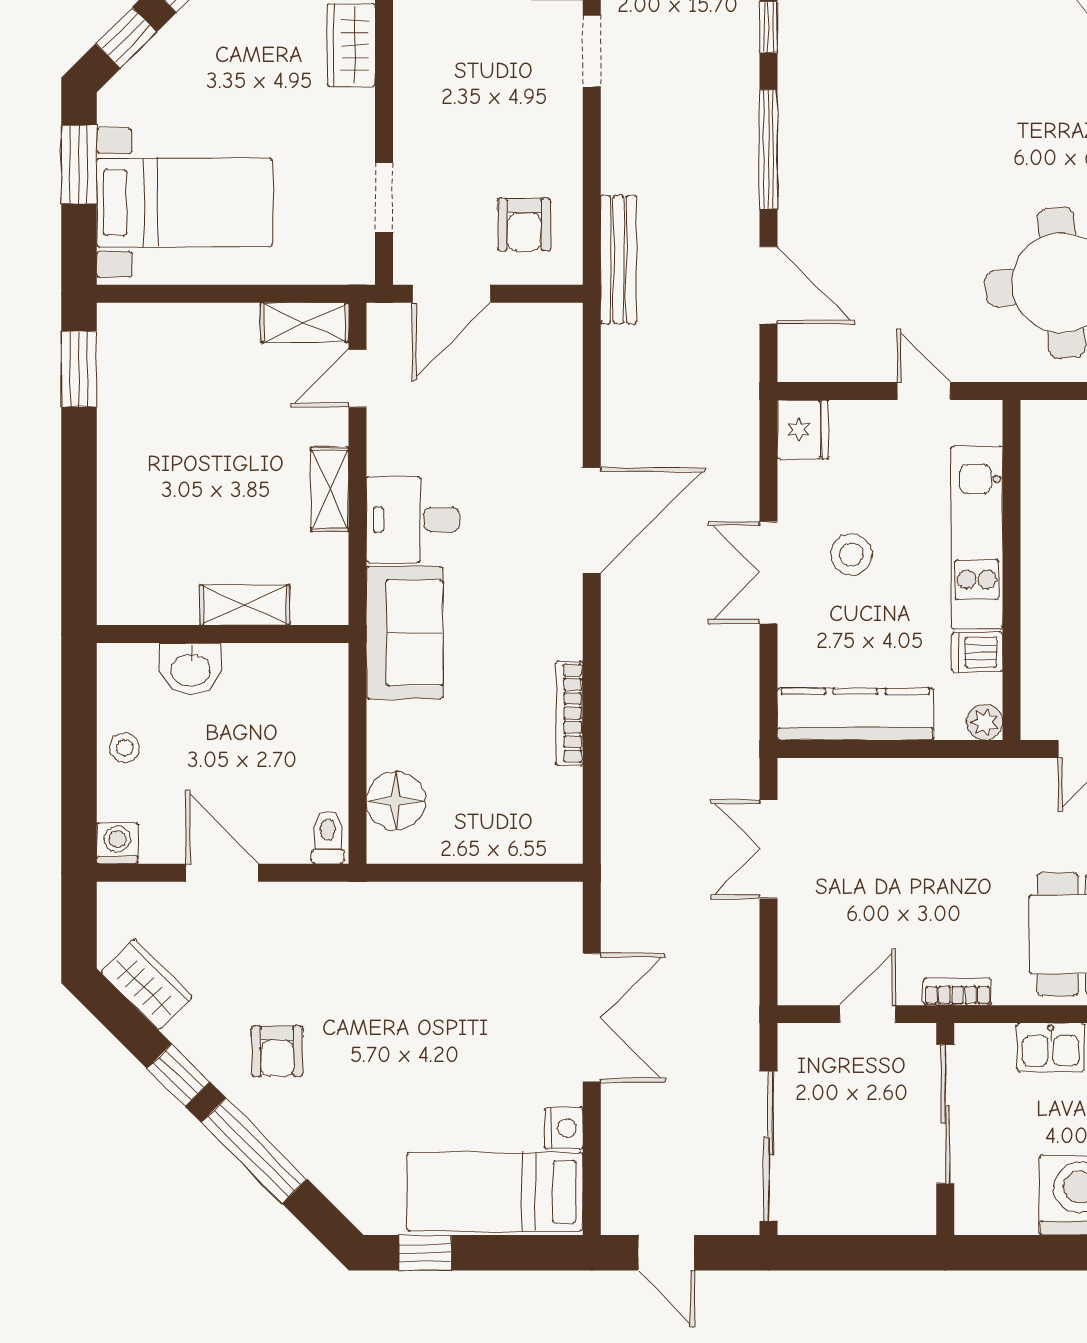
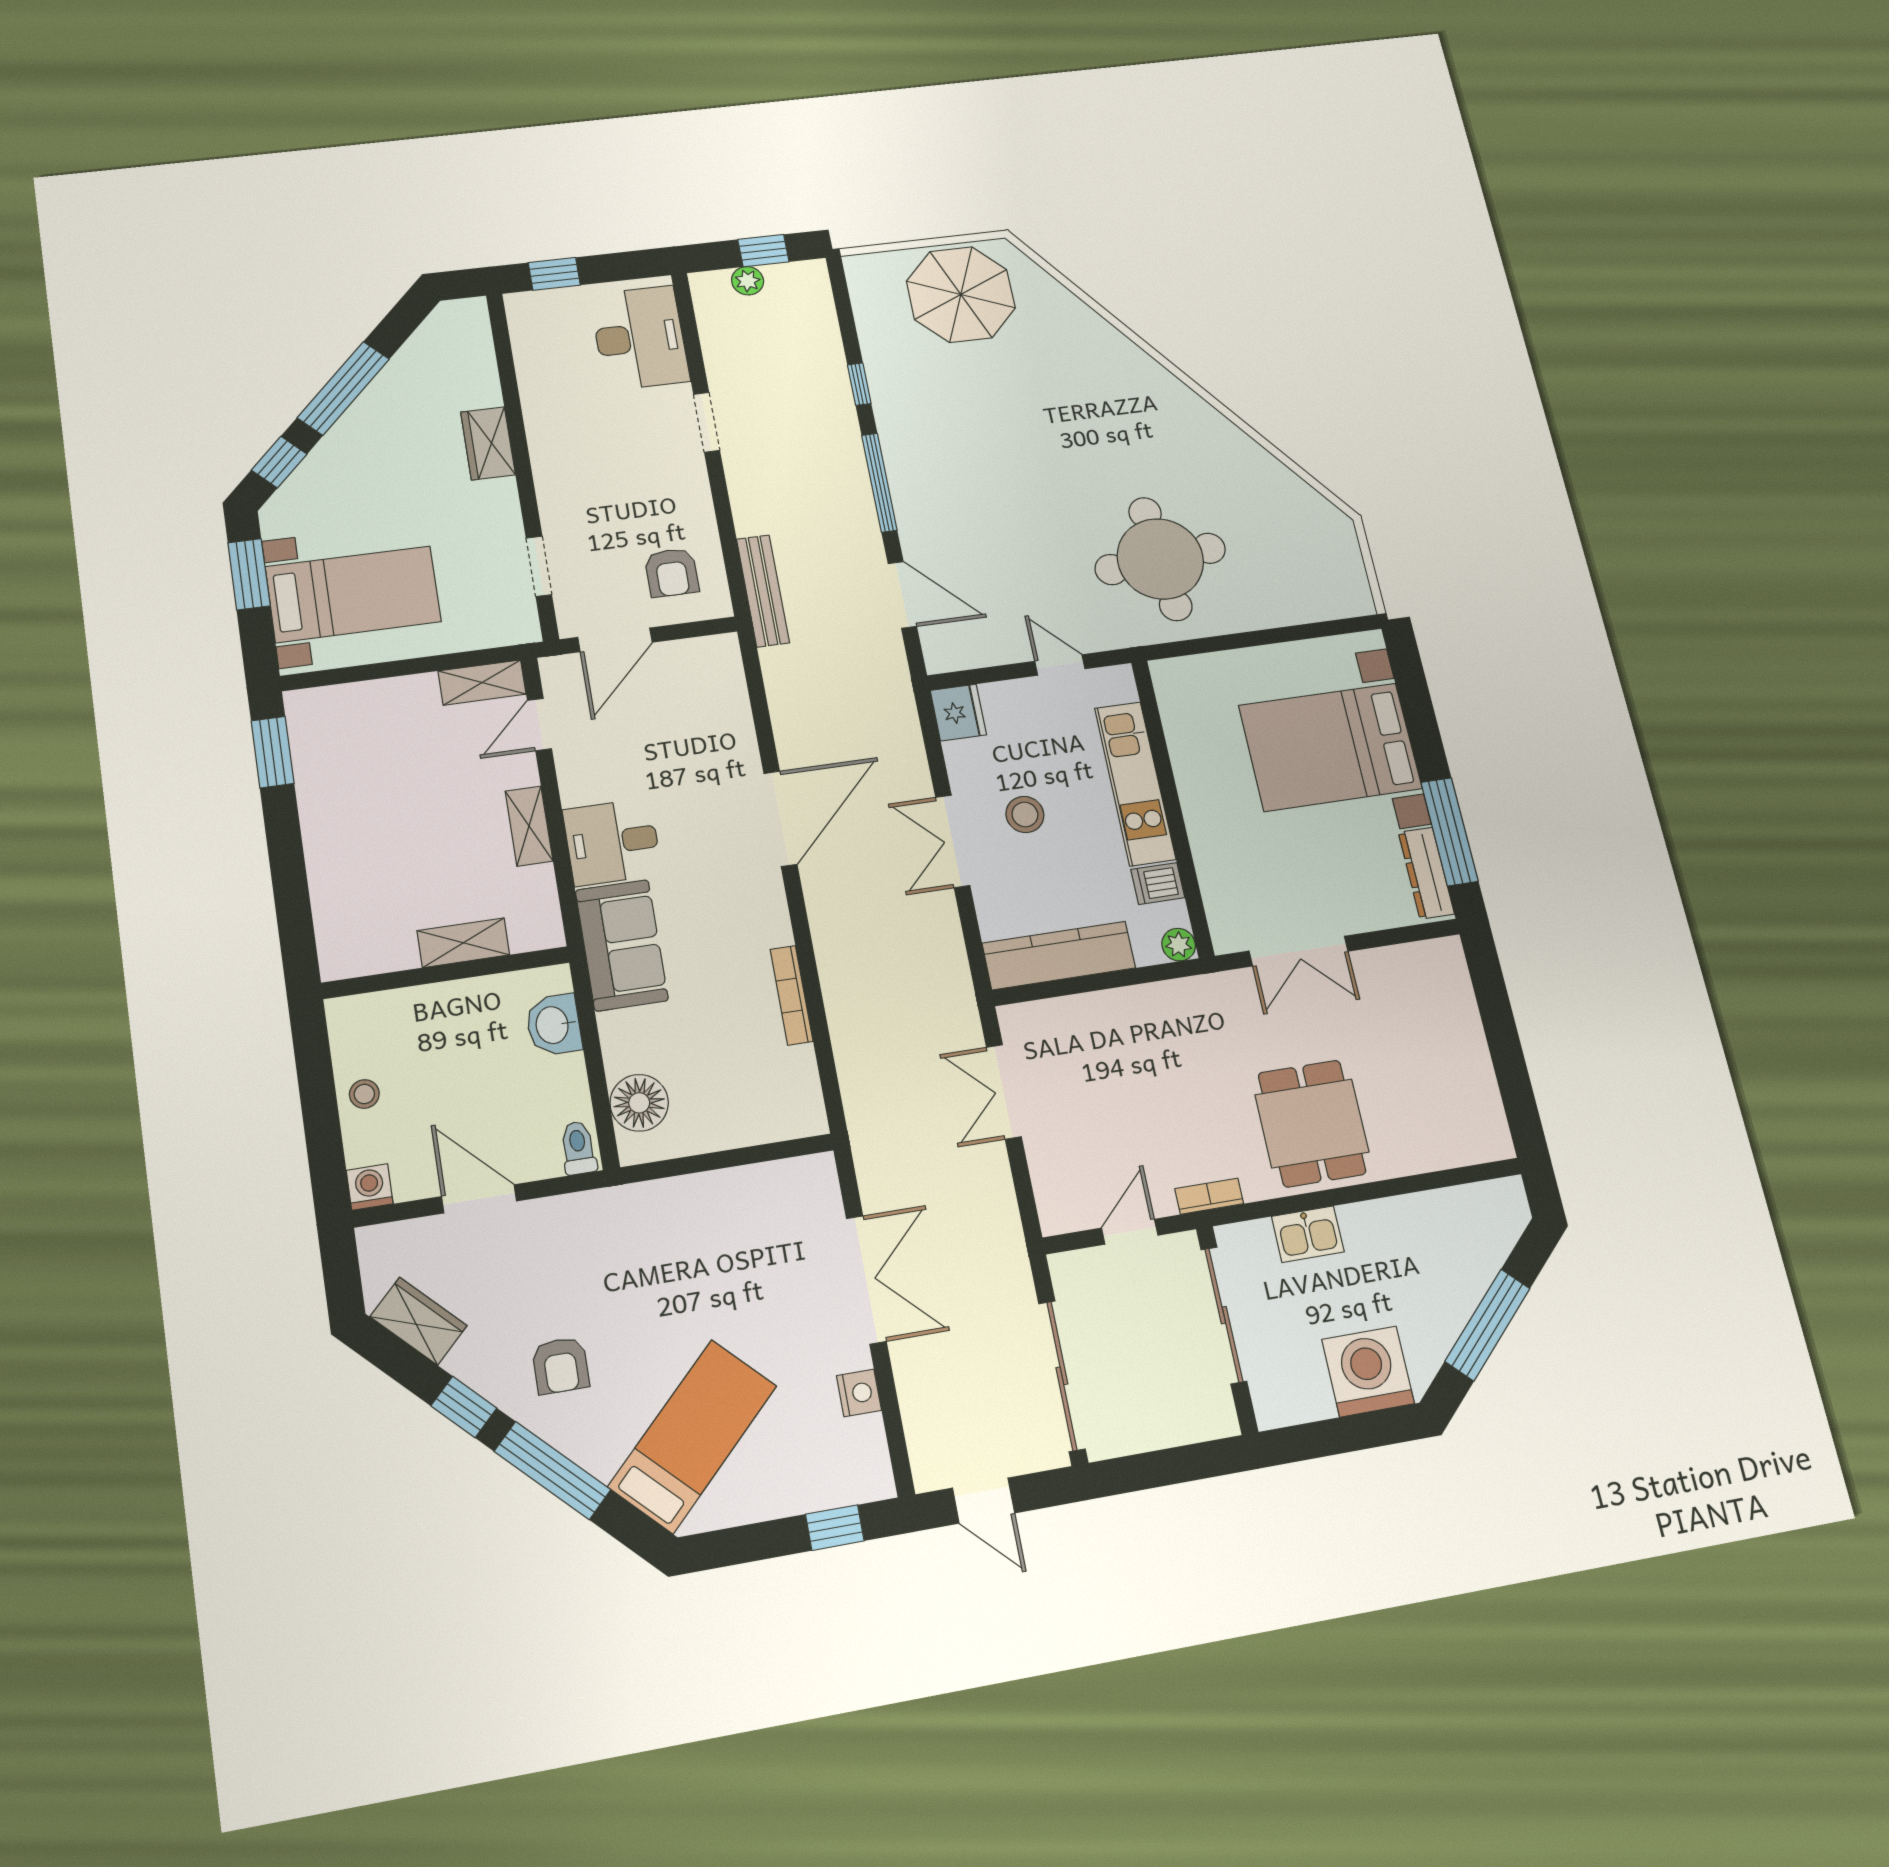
washbasin: (191, 669) -> (554, 1025), moved, turned 90
bed: (495, 1192) -> (693, 1436), moved, turned 135
window: (425, 1253) -> (835, 1528), moved

